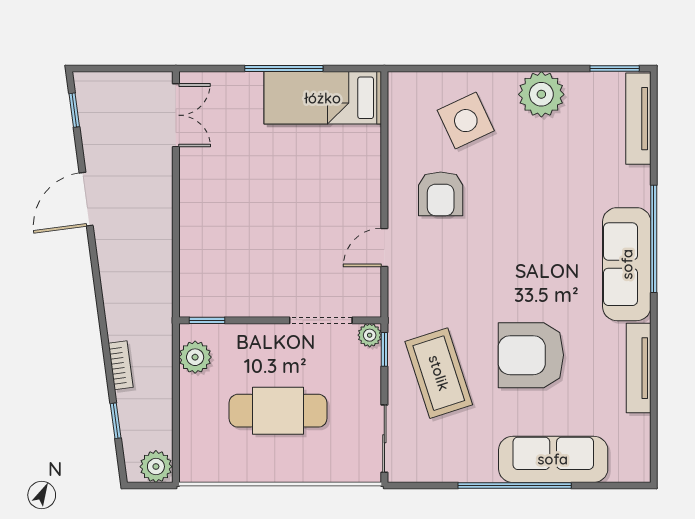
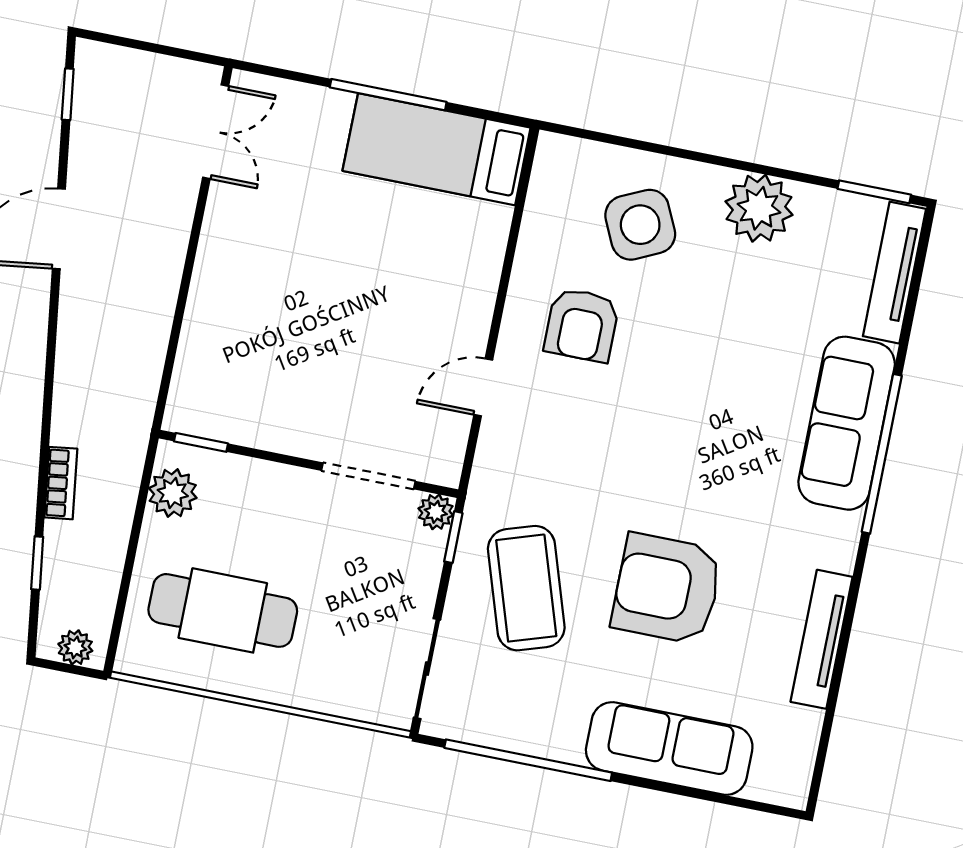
sofa: (627, 264) -> (847, 423), moved
cafe table: (278, 411) -> (223, 610), moved
plant: (156, 467) -> (75, 647), width x0.73, depth x0.73
window: (515, 485) -> (528, 760), moved

